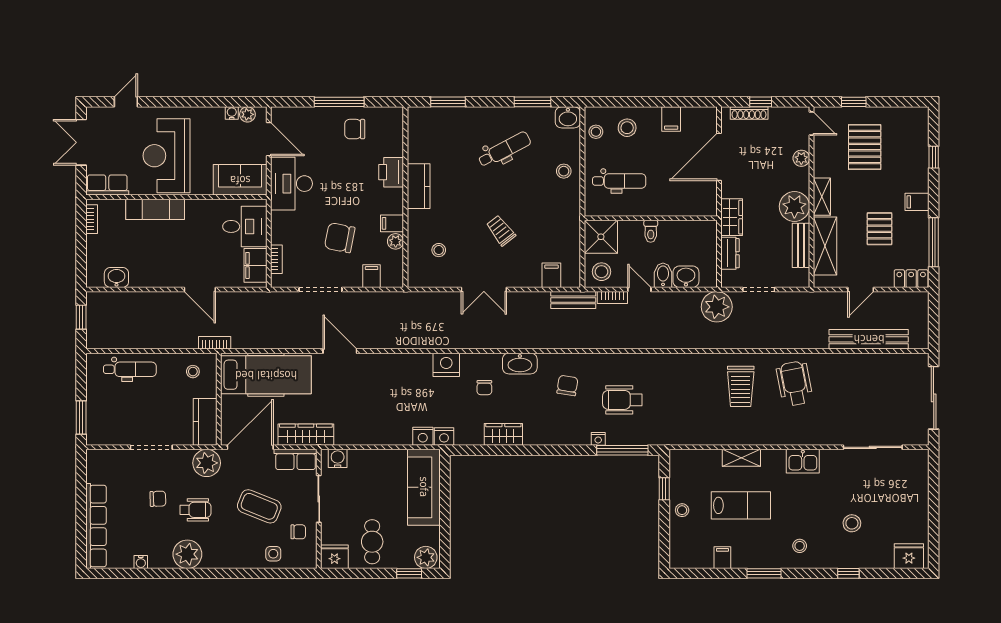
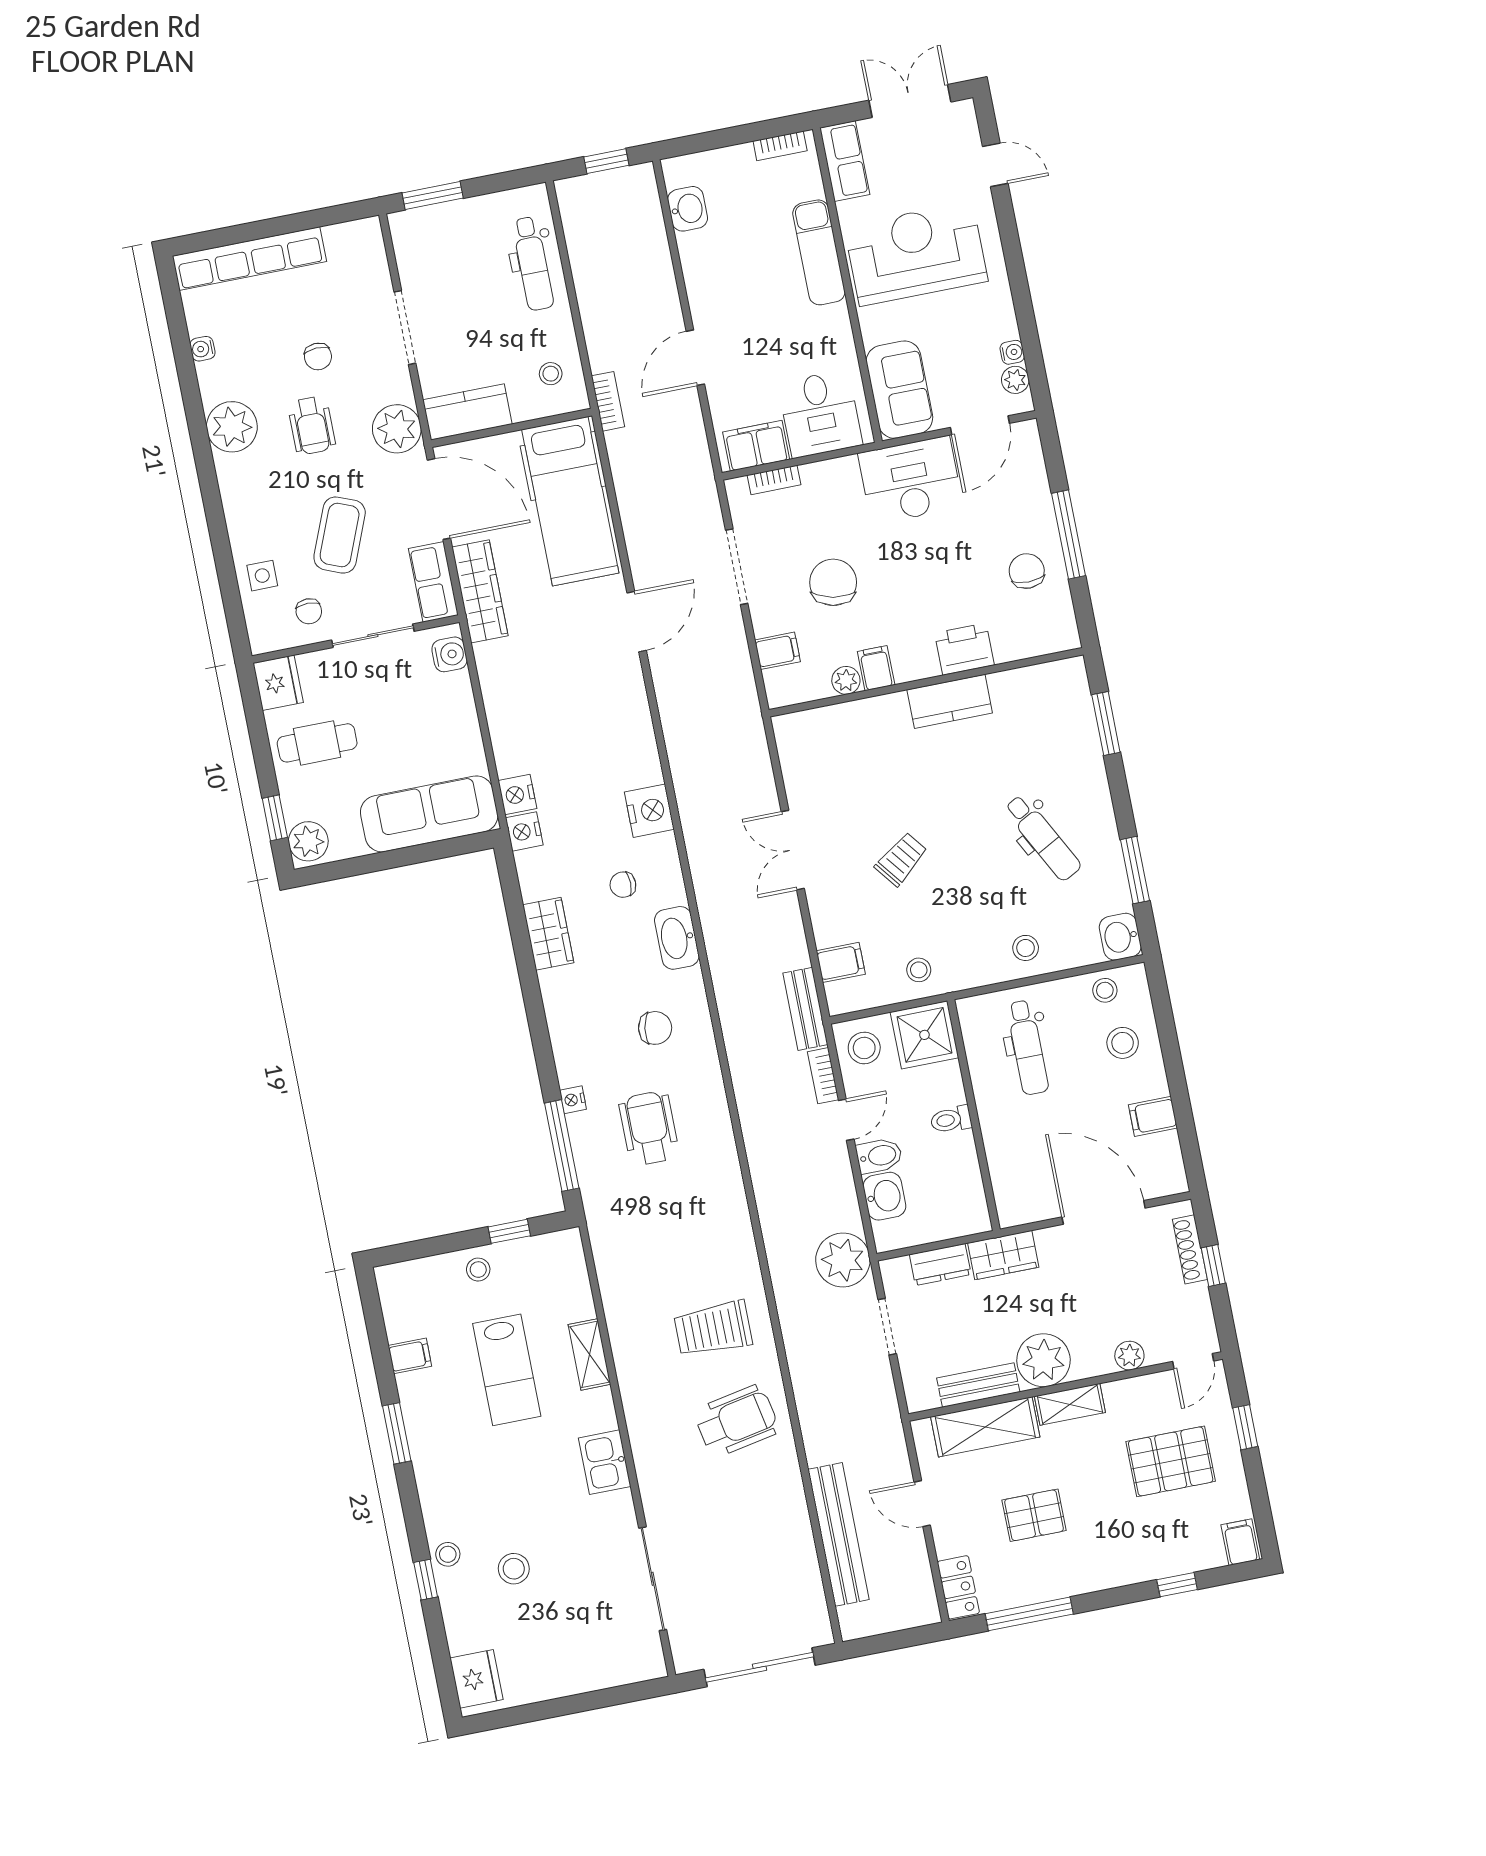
filing cabinet: (917, 202) -> (1240, 1542), moved
stool: (439, 250) -> (919, 970), moved
stool: (800, 546) -> (448, 1554), moved

